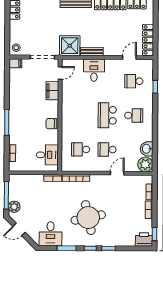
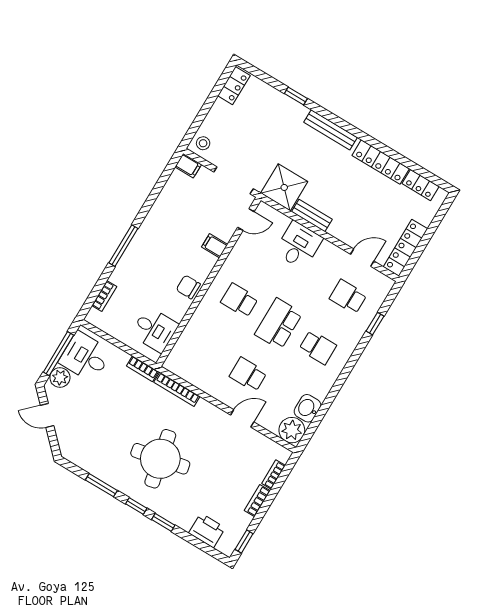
filing cabinet: (52, 91) -> (215, 246), width x0.50
school desk: (81, 149) -> (239, 300), moved
desk: (51, 234) -> (85, 357), moved, turned 90
printer: (144, 239) -> (207, 530), moved

